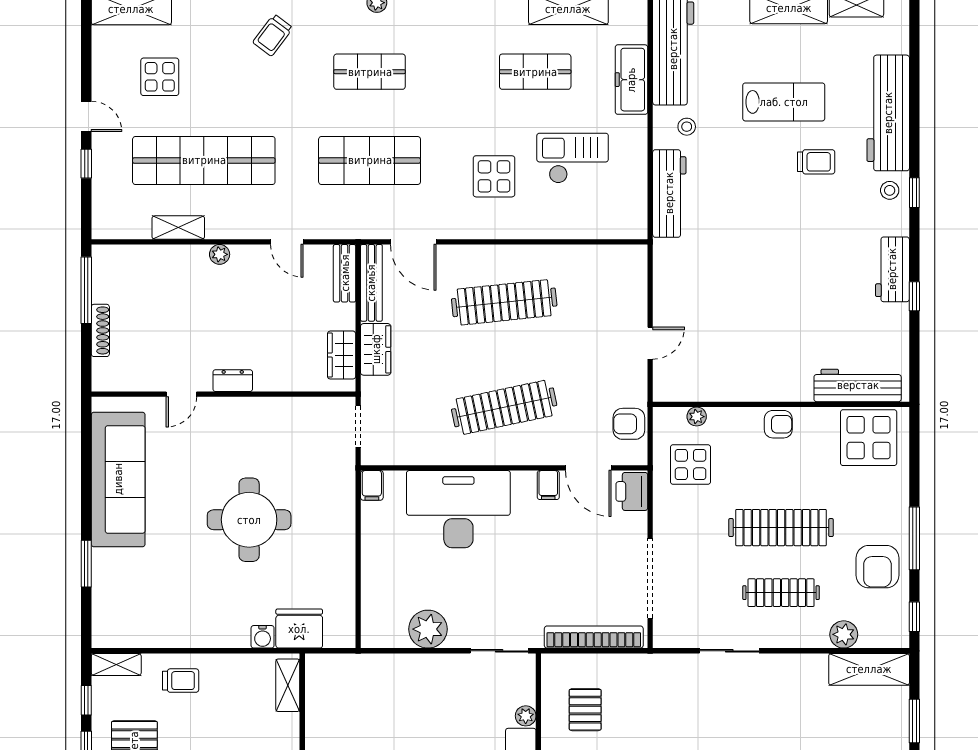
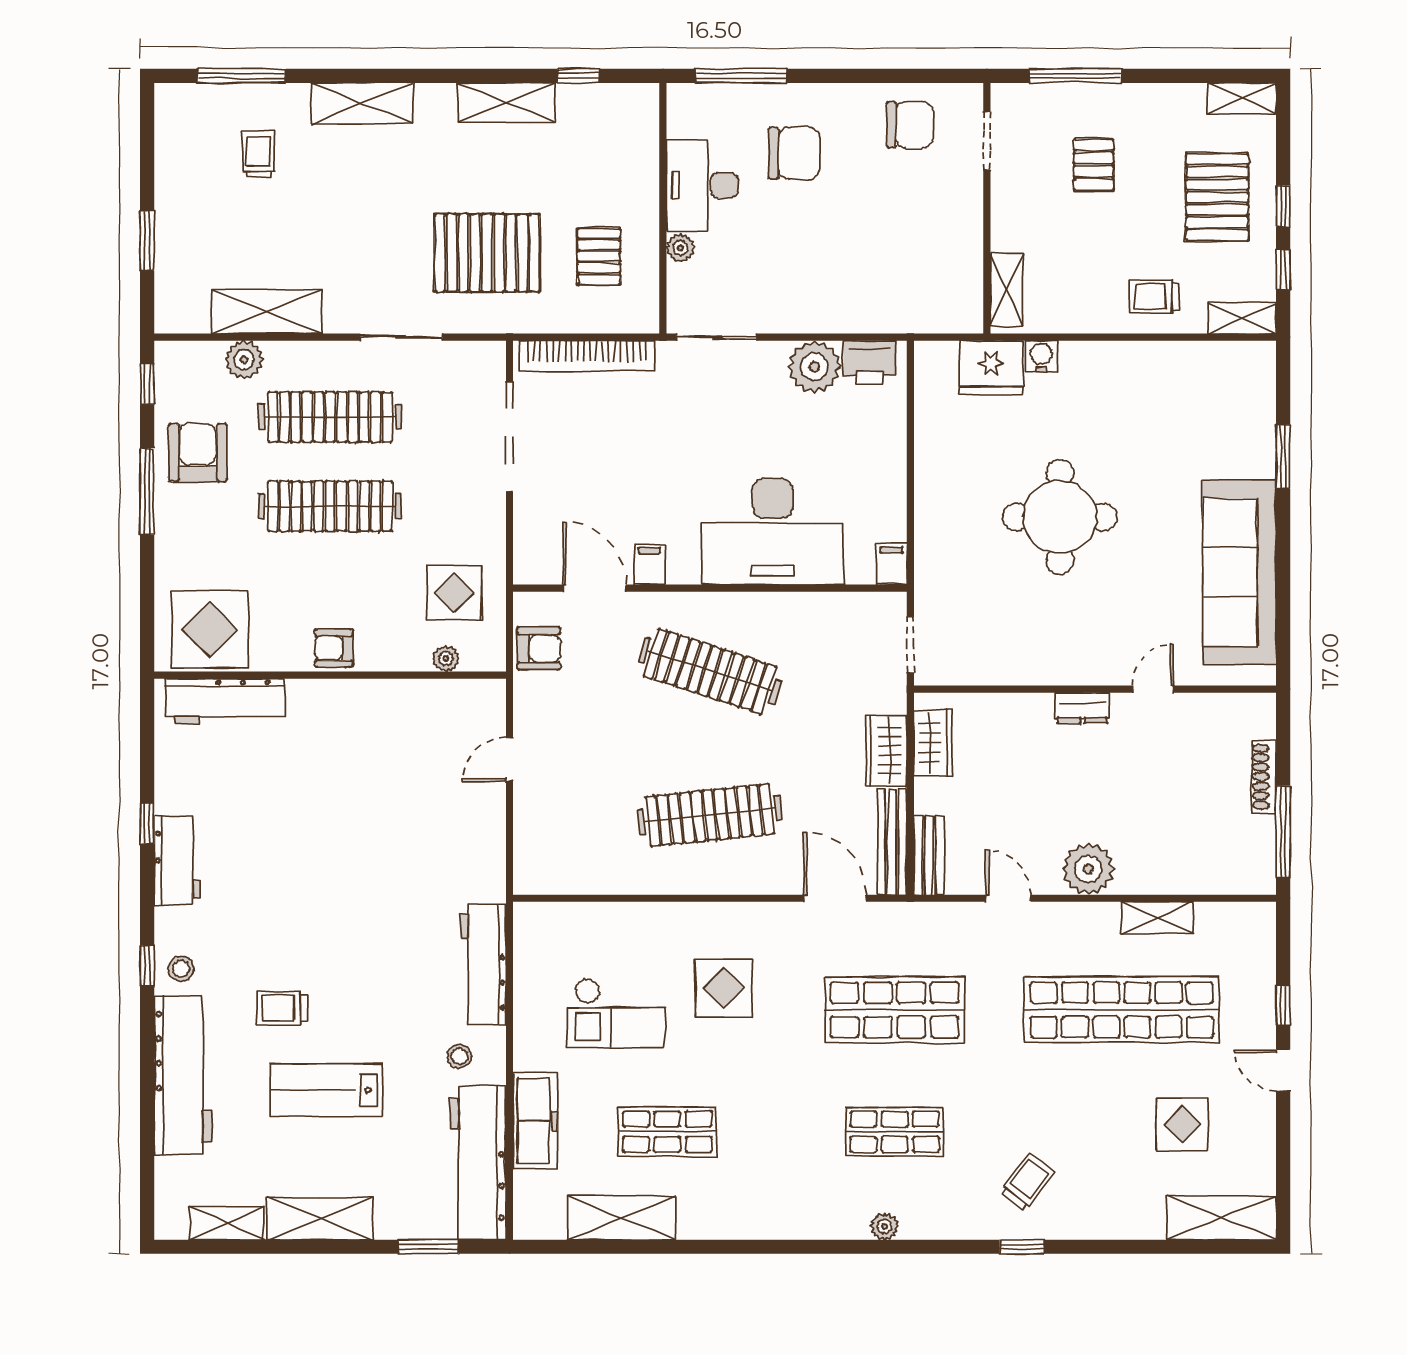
plant: (220, 254) -> (1088, 869), width x1.88, depth x1.88
clothes rail: (504, 407) -> (710, 671), turned 30
printer: (632, 491) -> (870, 362), moved, turned 90
clothes rail: (781, 593) -> (330, 417), width x1.37, depth x1.31
shelving: (869, 669) -> (267, 312), moved
pallet: (667, 712) -> (487, 253), added

